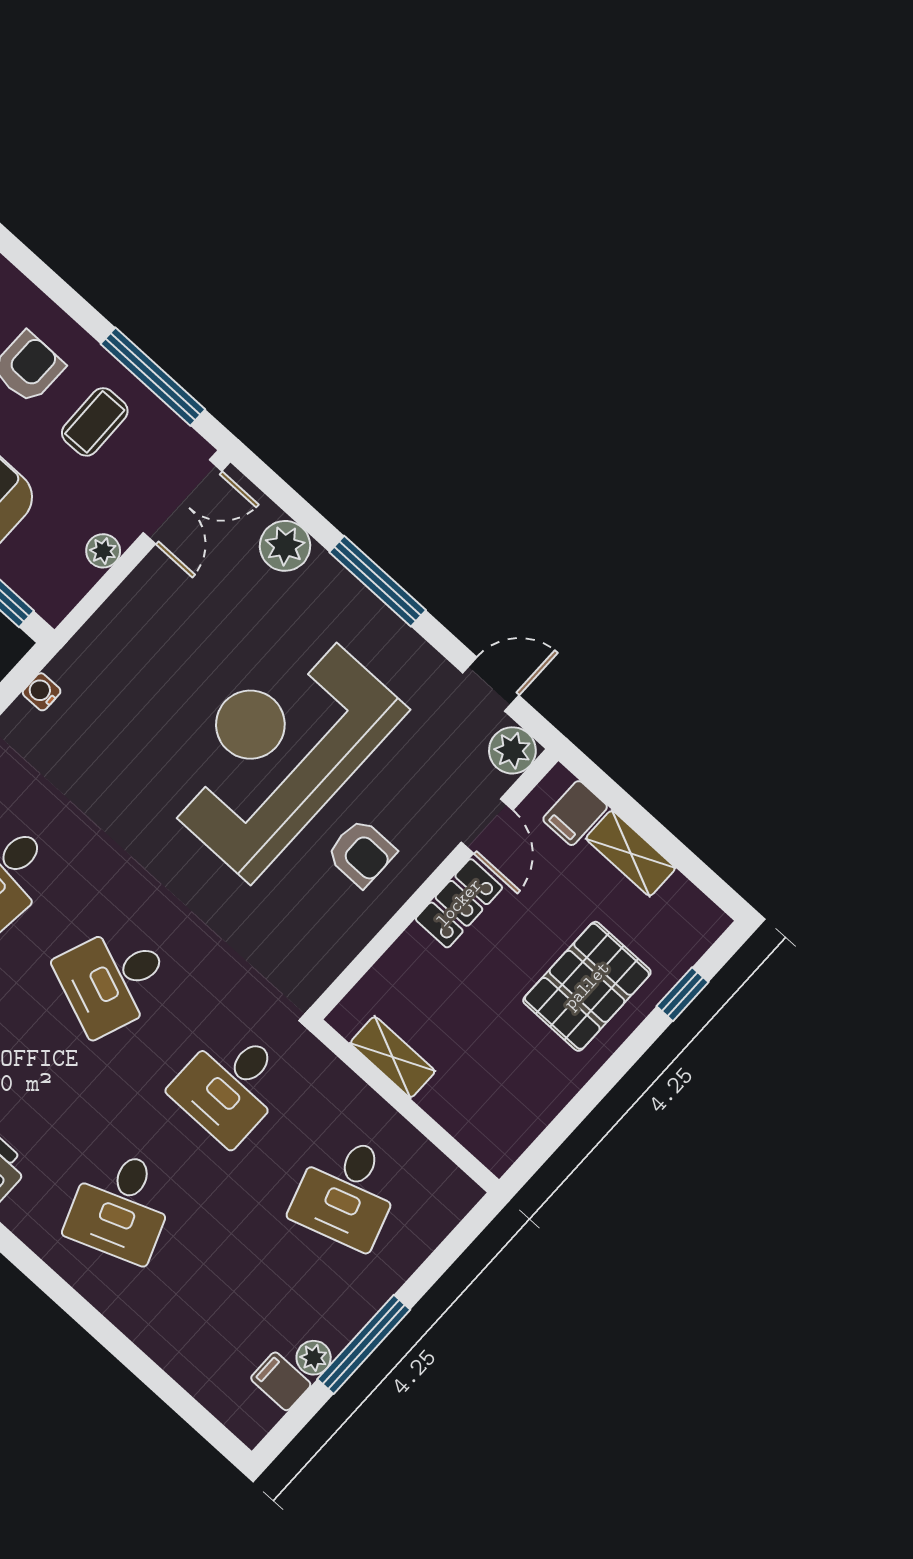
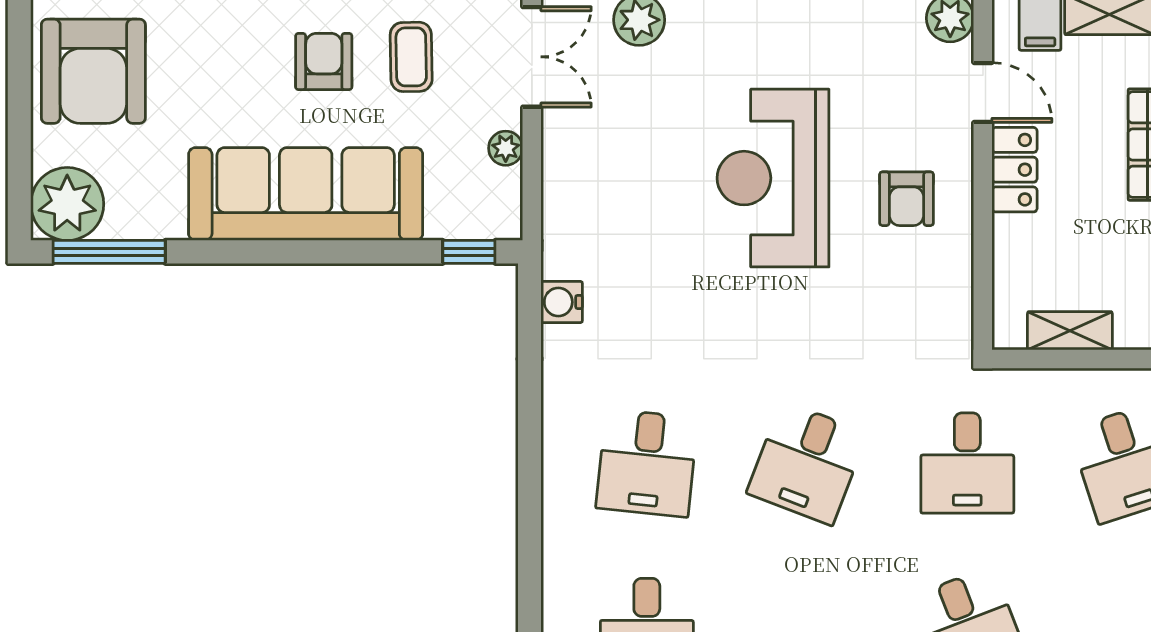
water cooler: (42, 692) -> (562, 302), width x1.38, depth x1.38
reception desk: (278, 750) -> (773, 178), width x0.74, depth x0.77
armchair: (361, 853) -> (907, 199), turned 90

